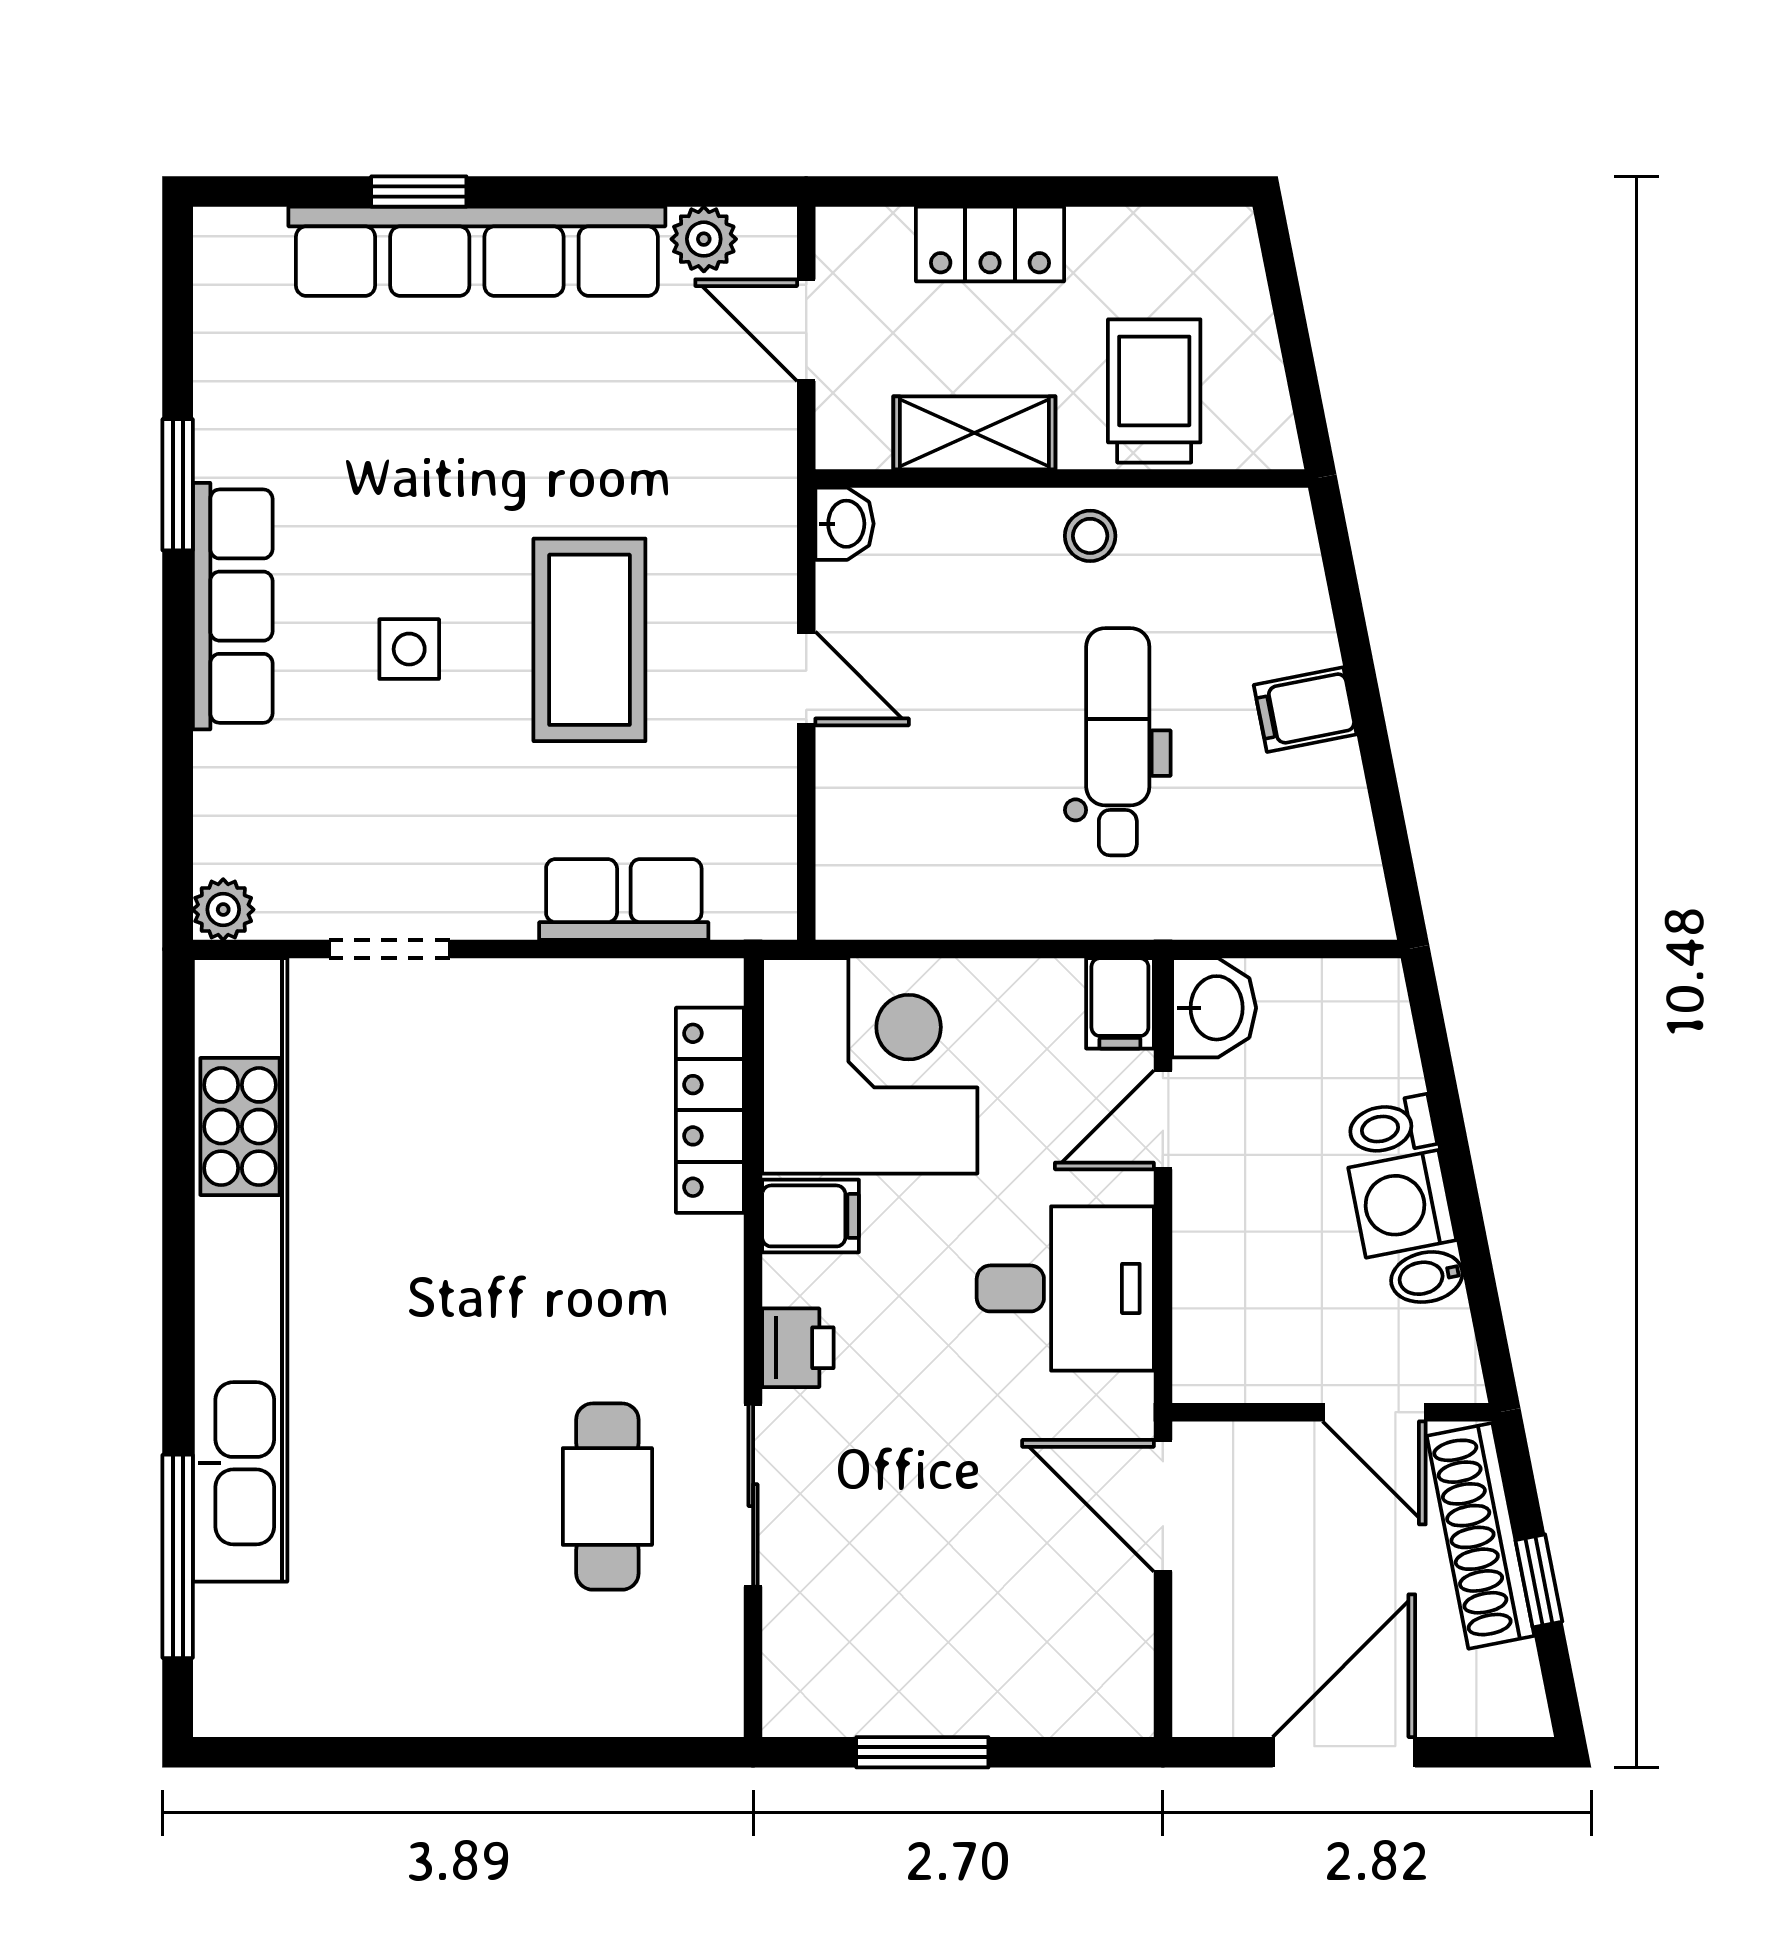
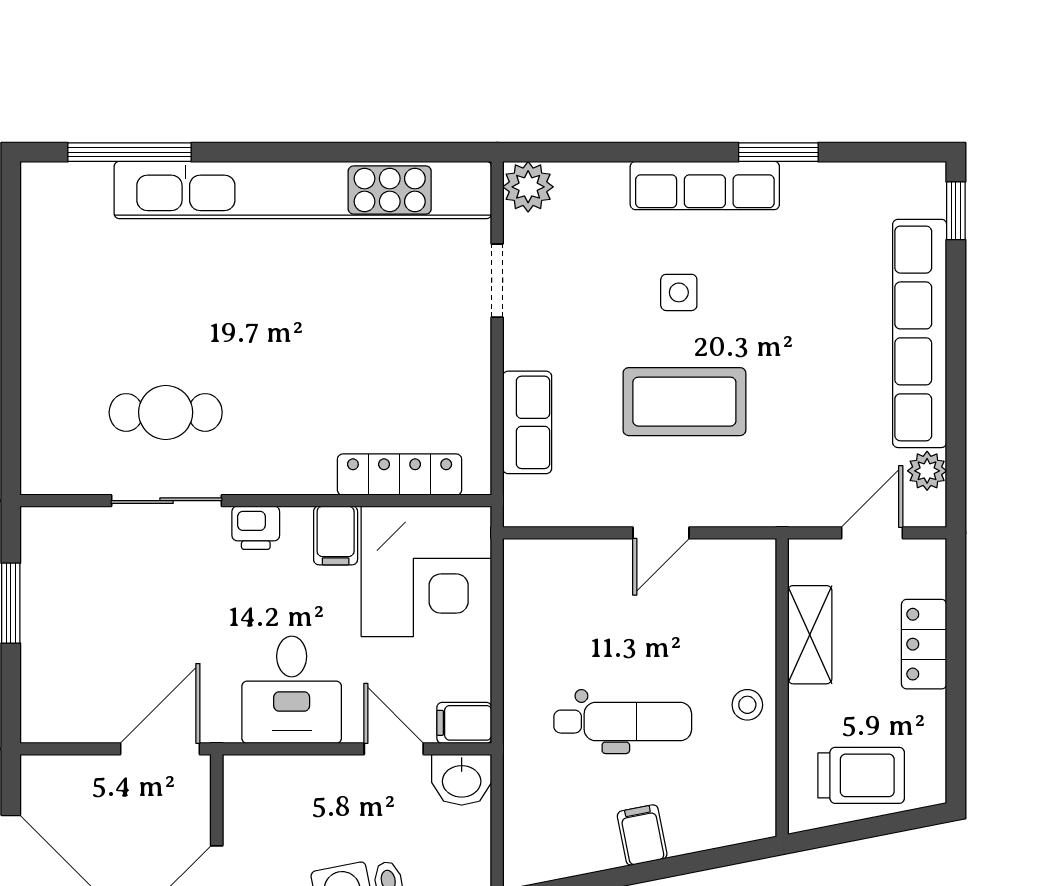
window: (419, 191) -> (956, 211), moved
trolley: (1154, 391) -> (861, 775), moved
washbasin: (844, 524) -> (755, 556), removed
plant: (223, 910) -> (528, 187), width x1.38, depth x1.38

